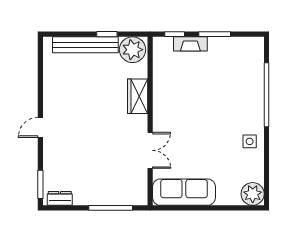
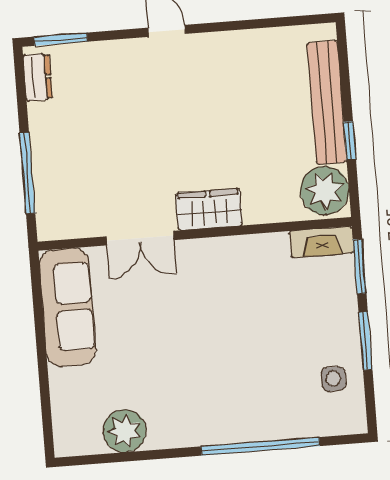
window: (175, 34) -> (360, 267), width x1.50
fireplace: (190, 44) -> (322, 242), moved, turned -90
wardrobe: (138, 96) -> (209, 209), moved
side table: (250, 141) -> (333, 379), moved
plant: (253, 194) -> (125, 431), moved

